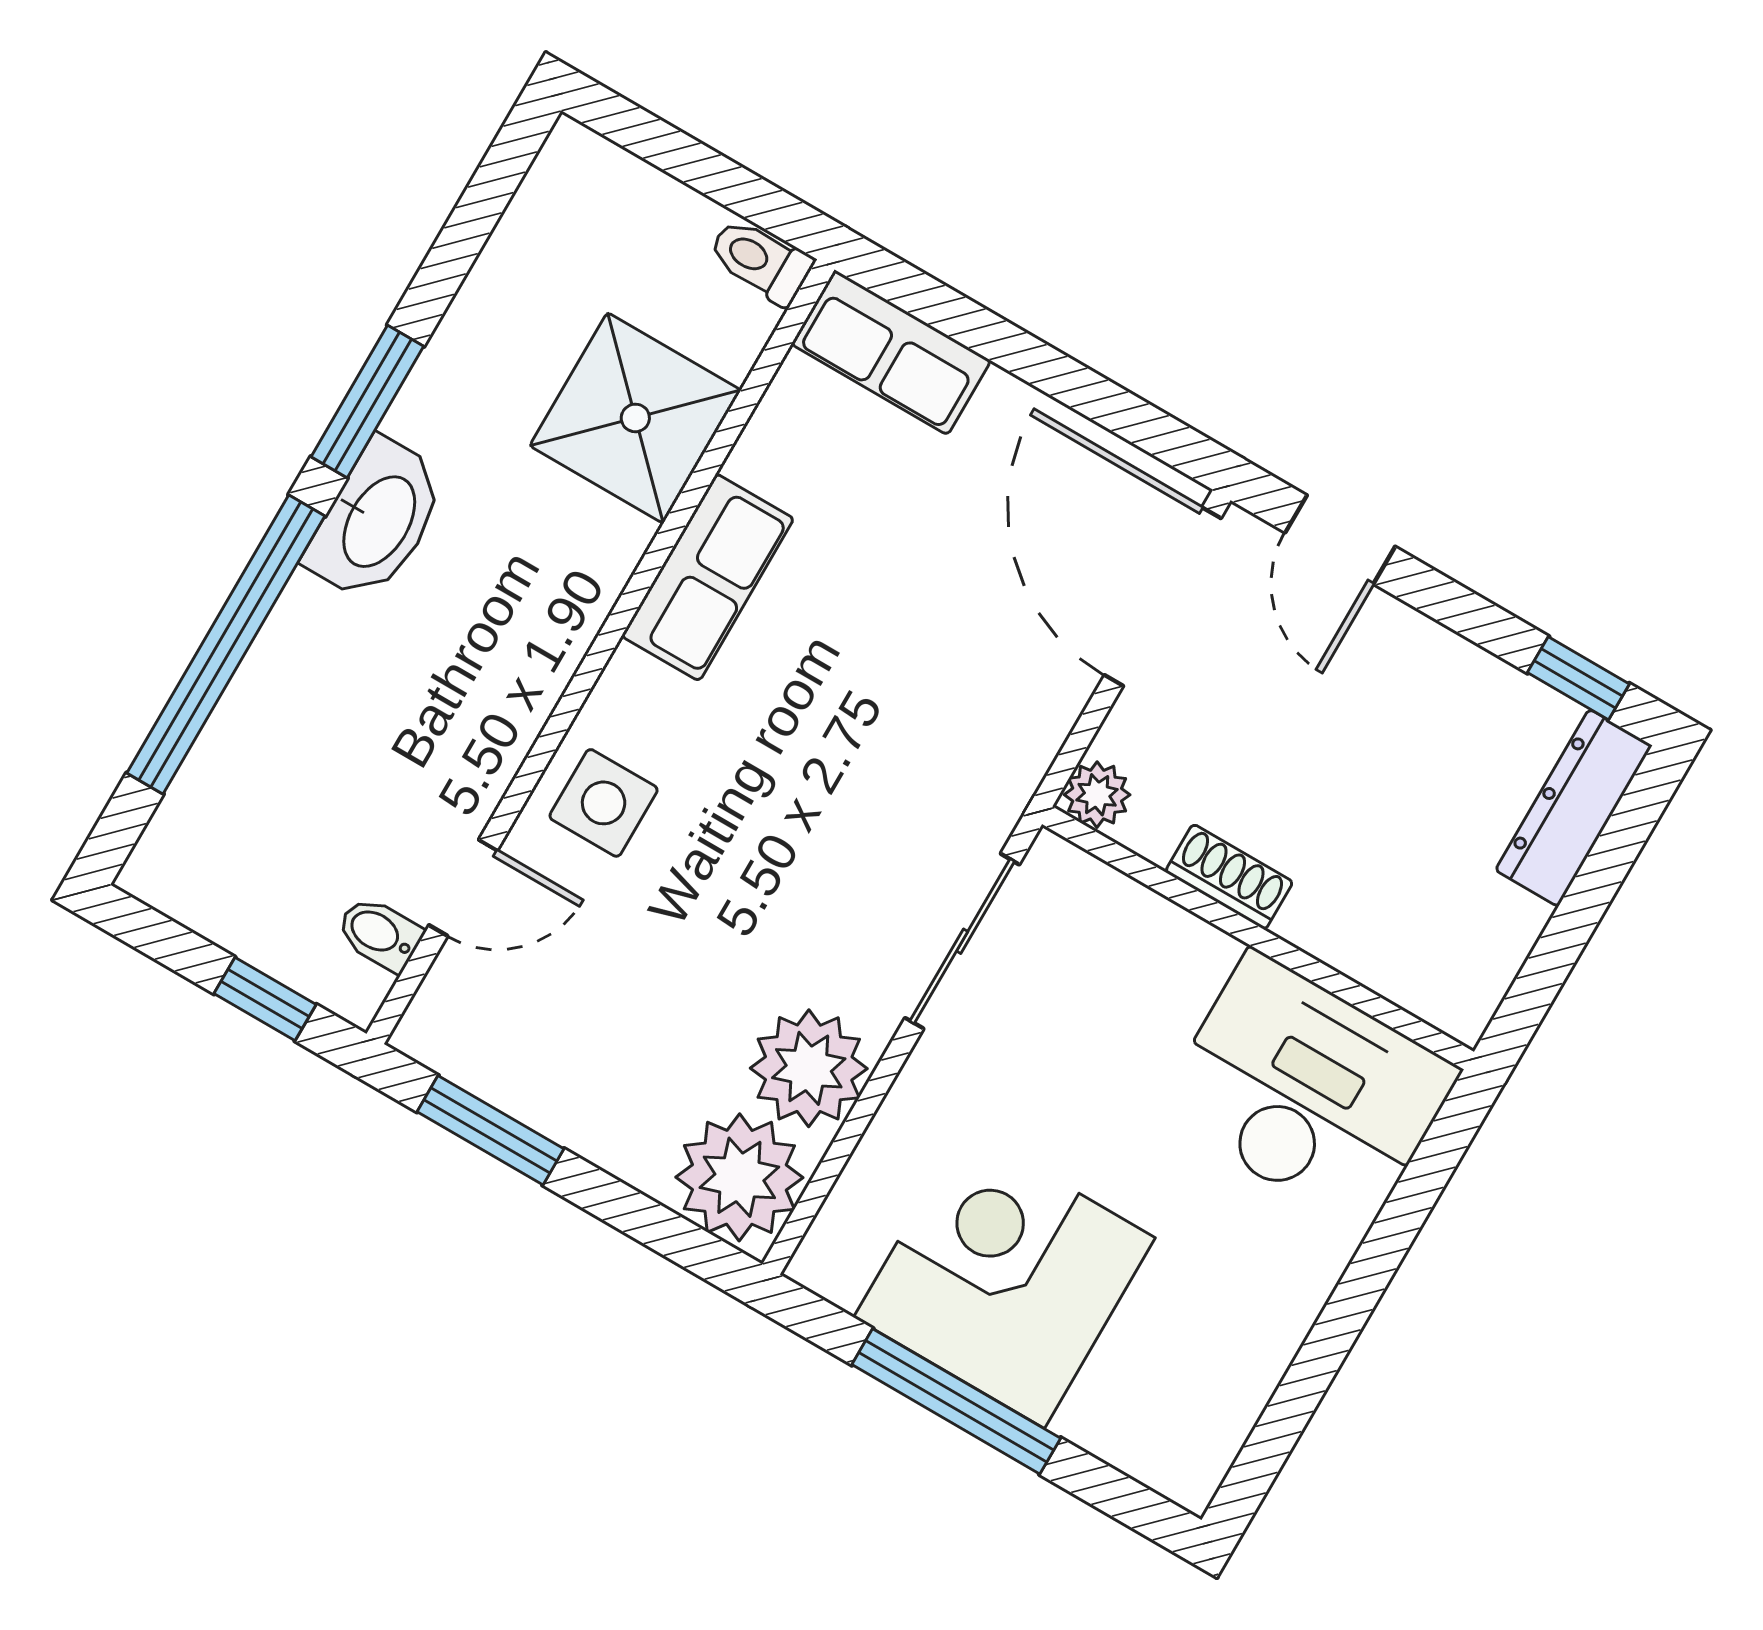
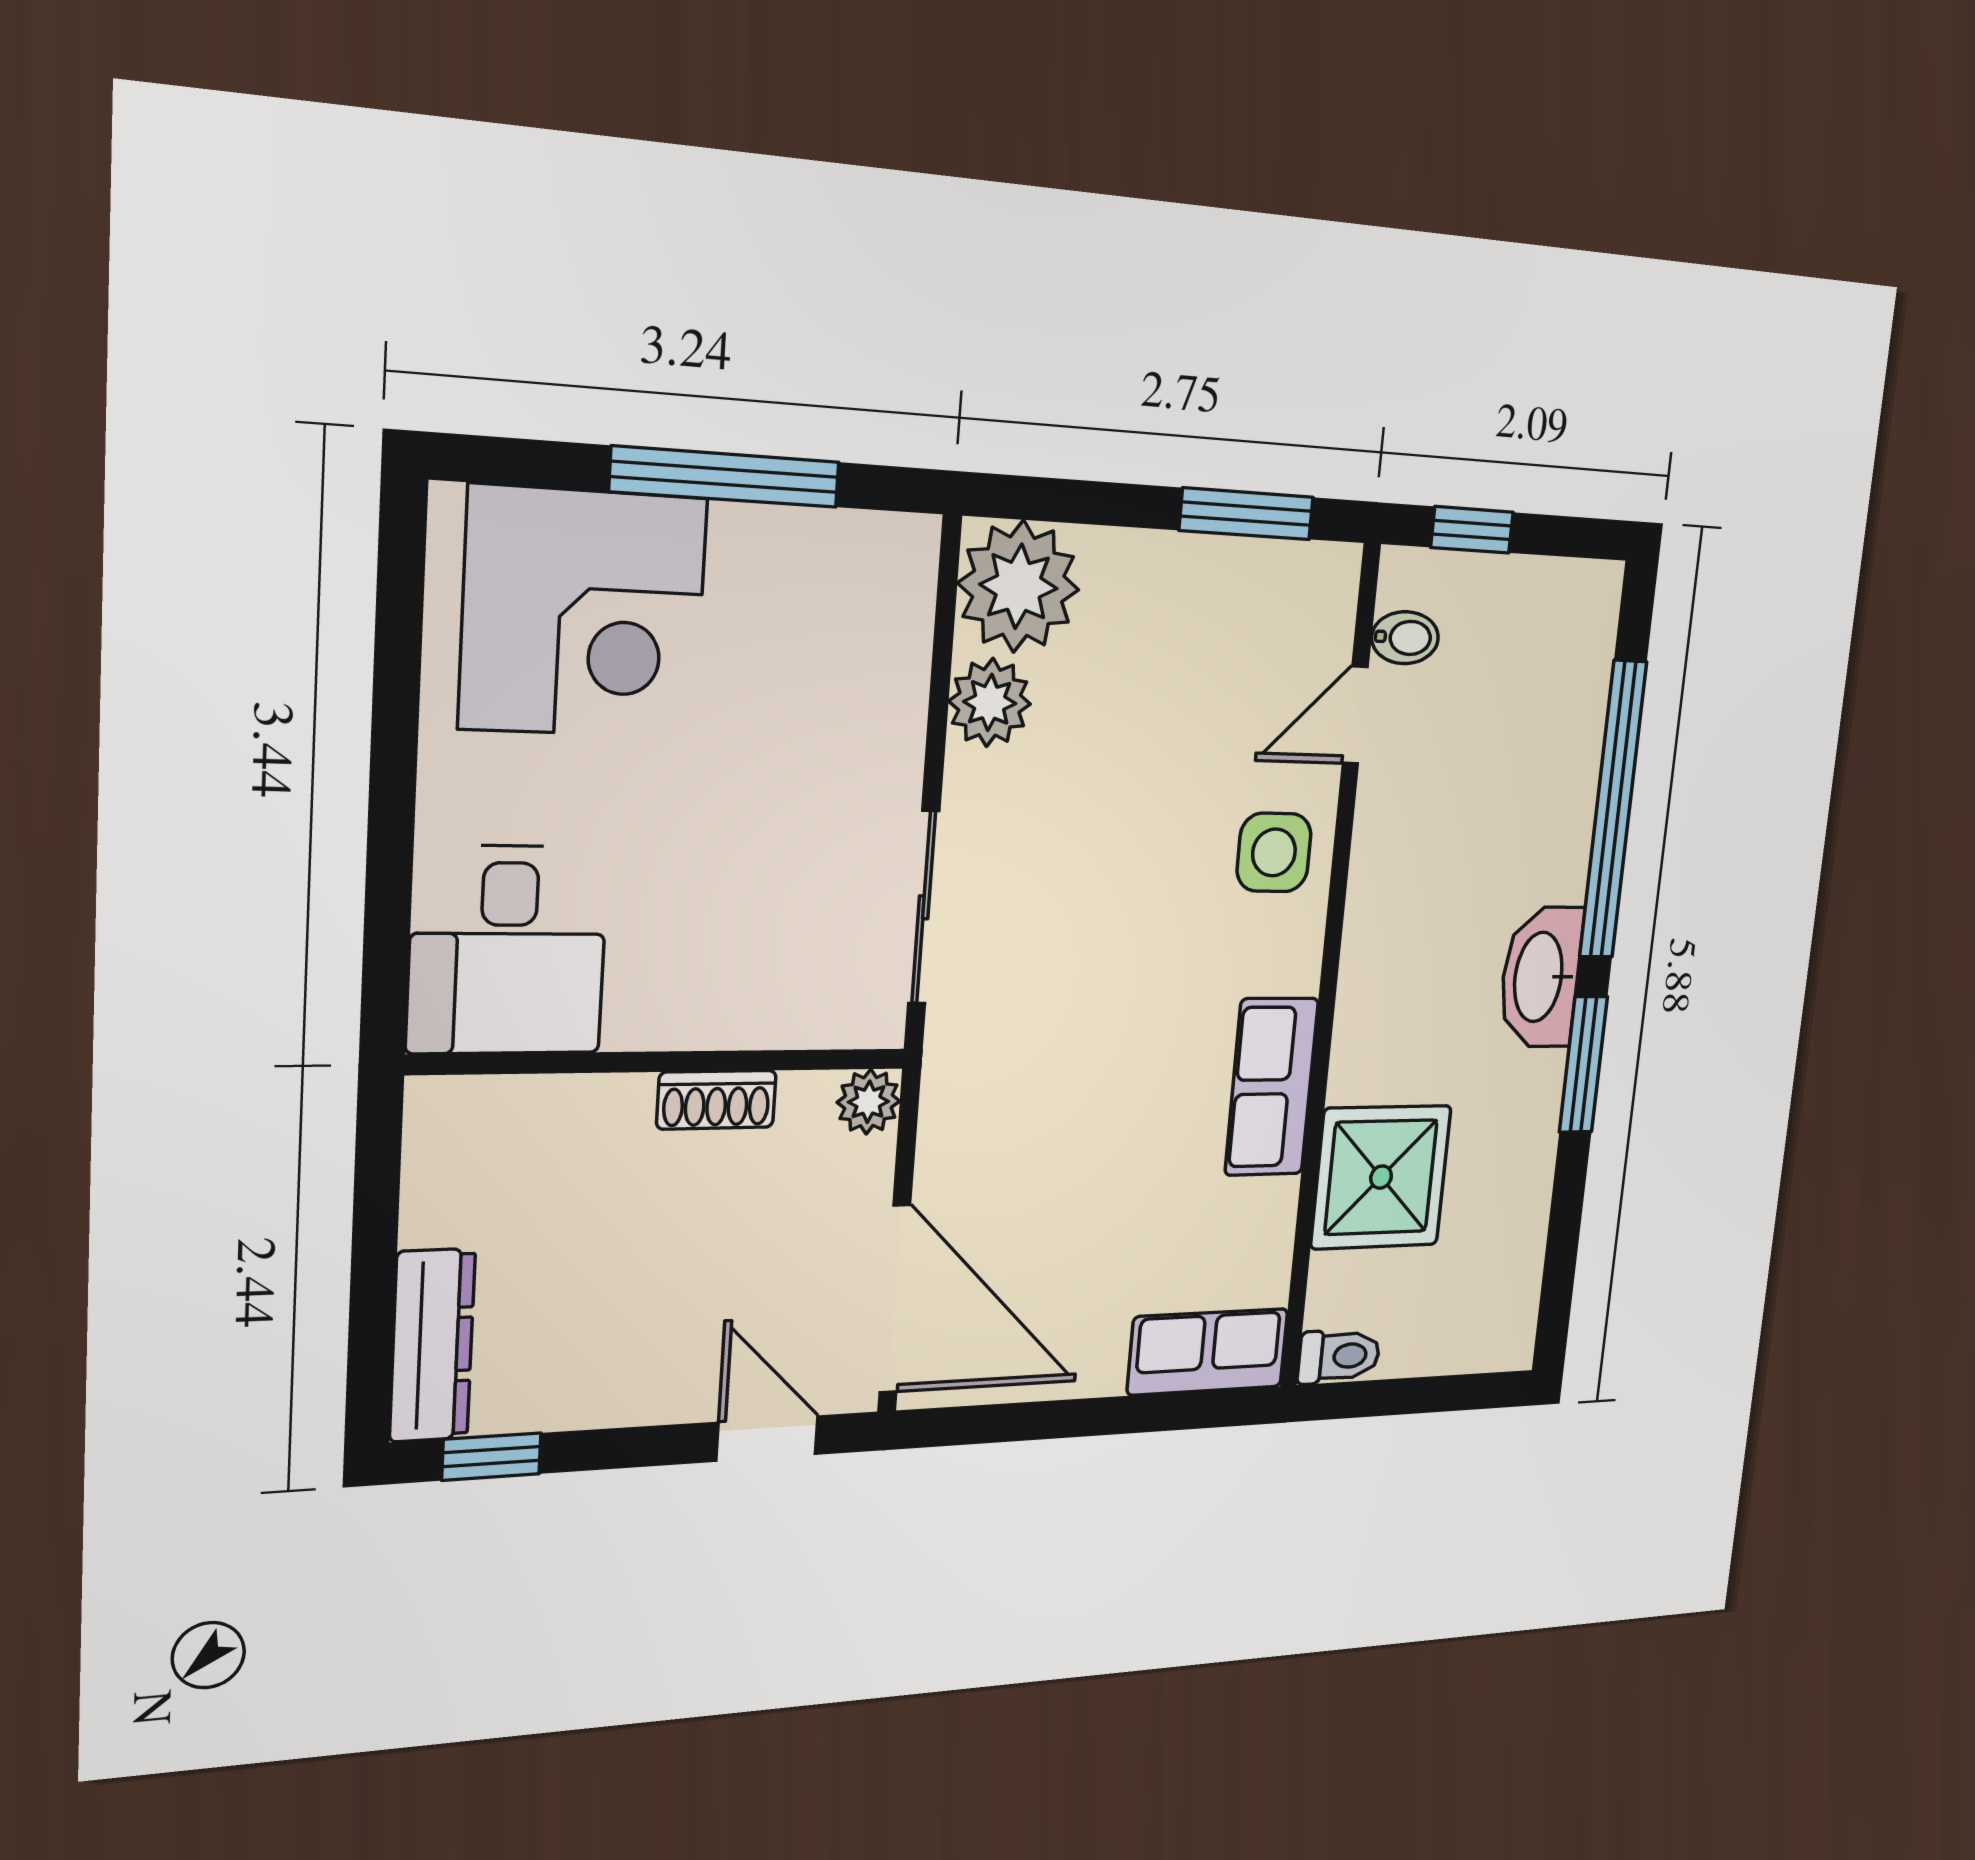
plant: (809, 1068) -> (990, 703), width x0.73, depth x0.73
desk: (1308, 1091) -> (508, 950), width x0.73
corner desk: (1004, 1278) -> (583, 613), moved

